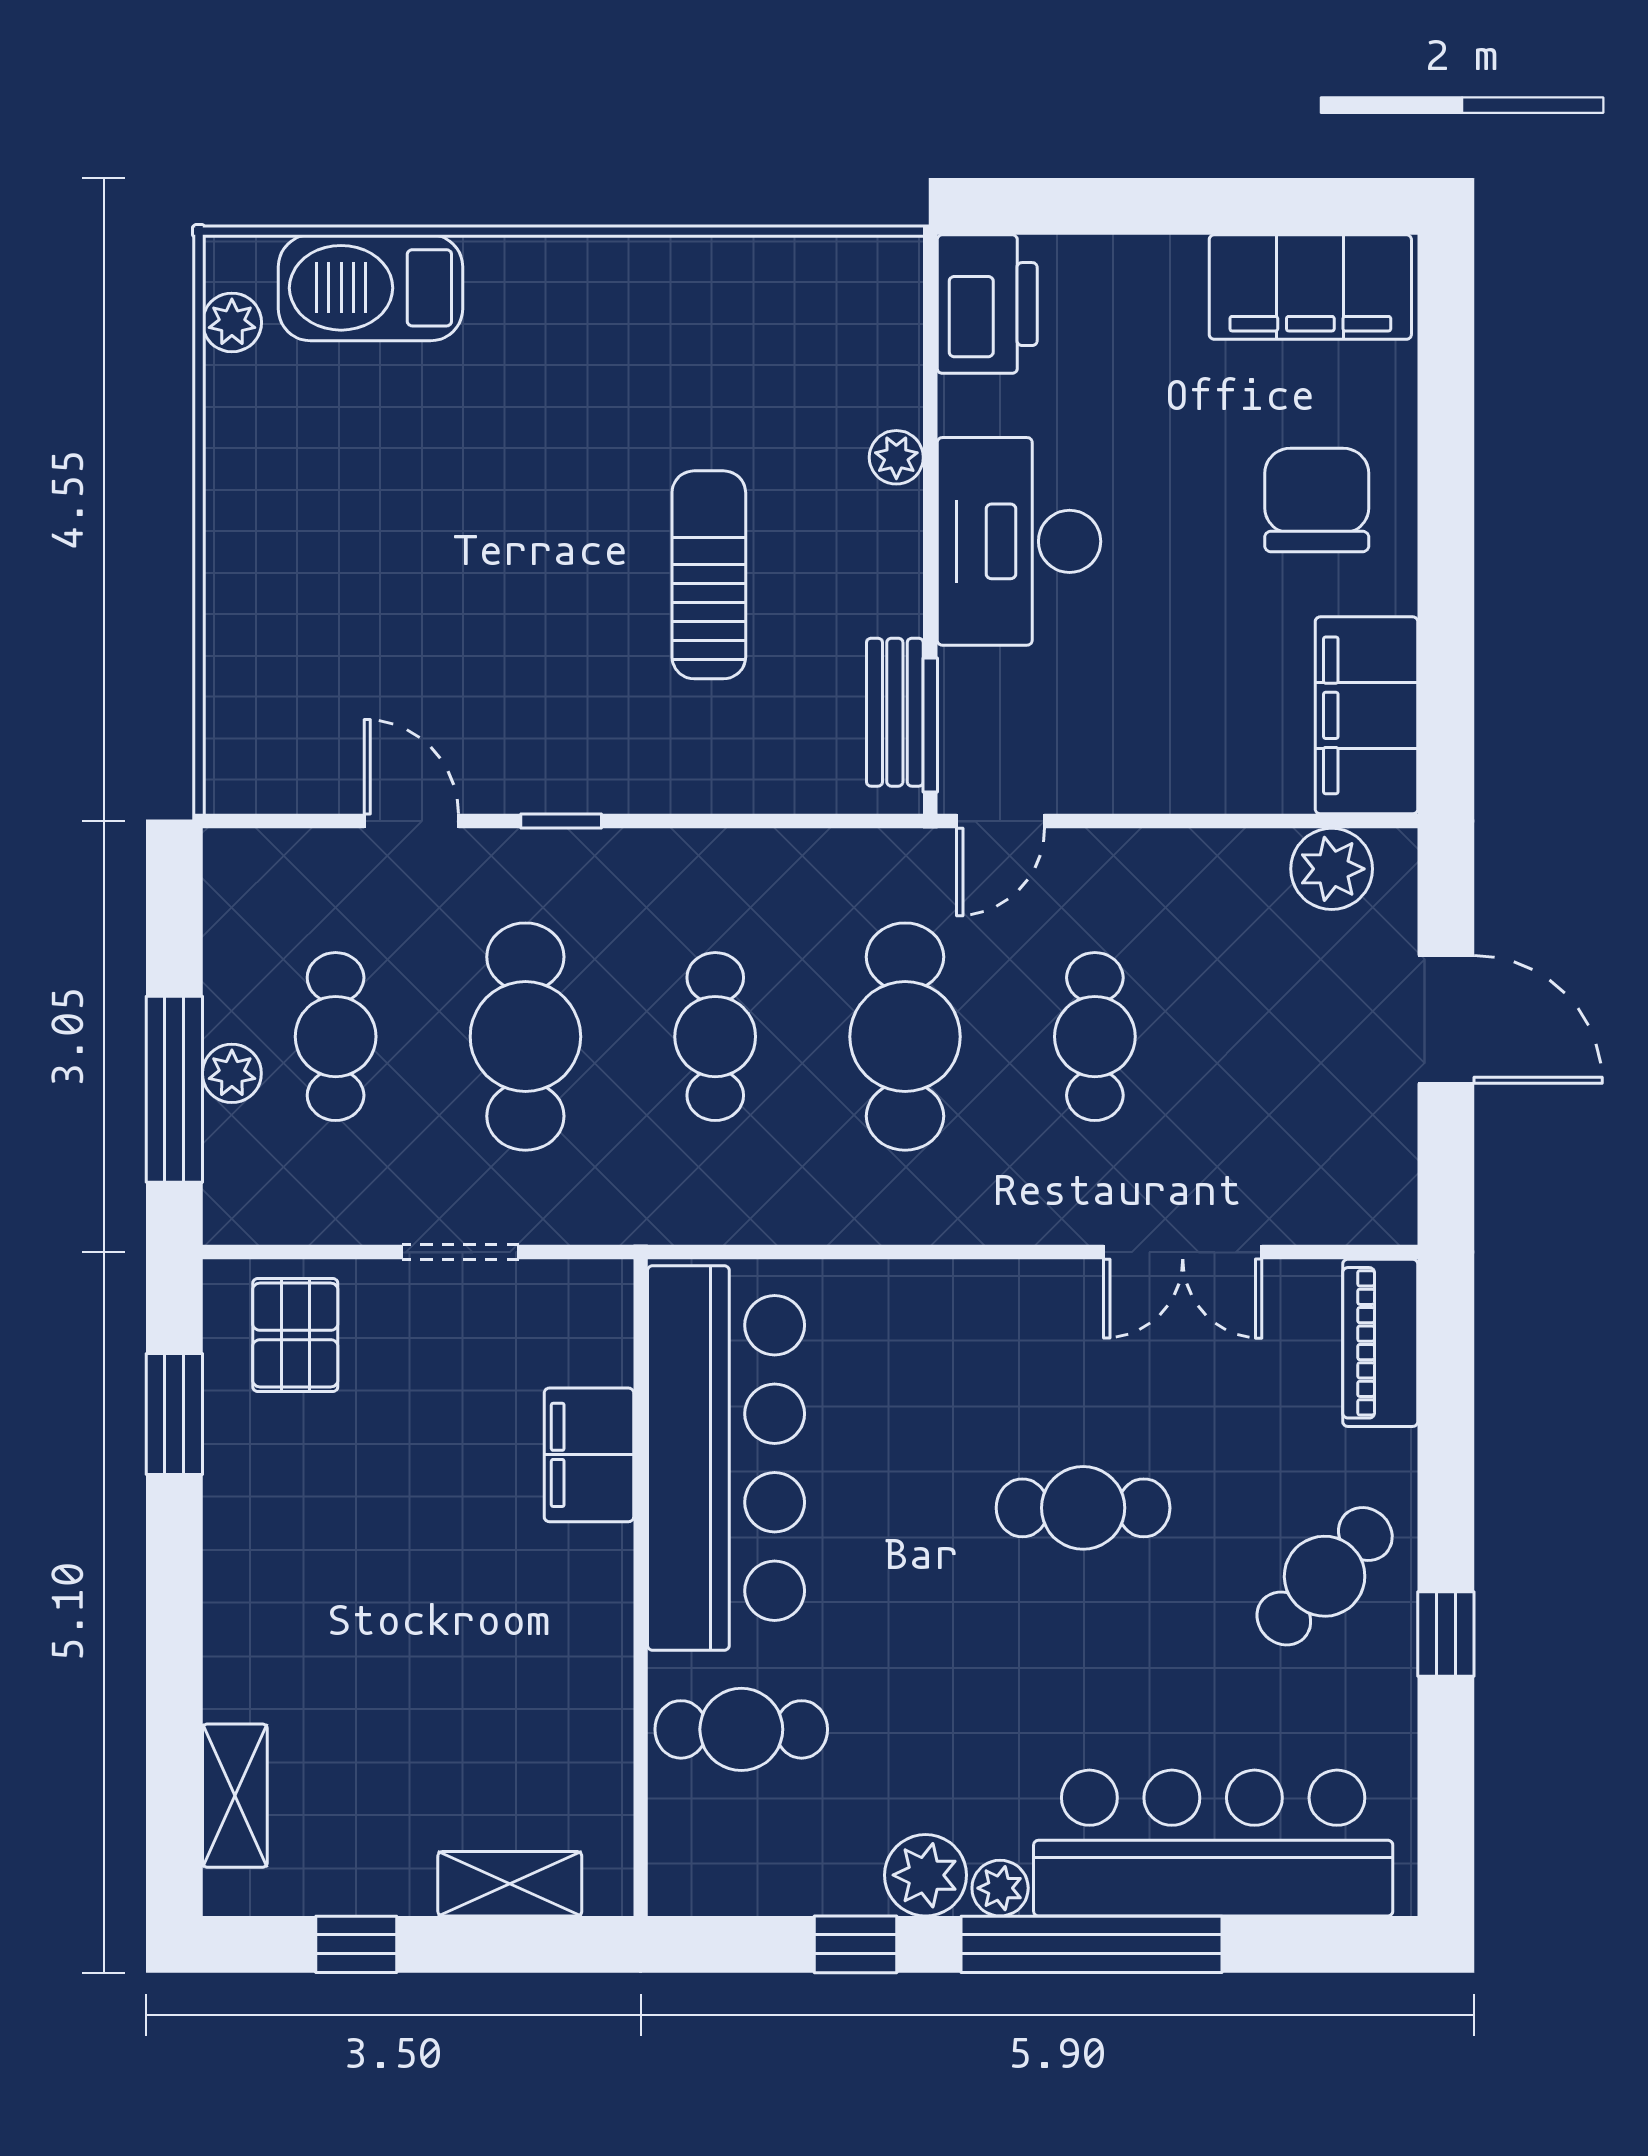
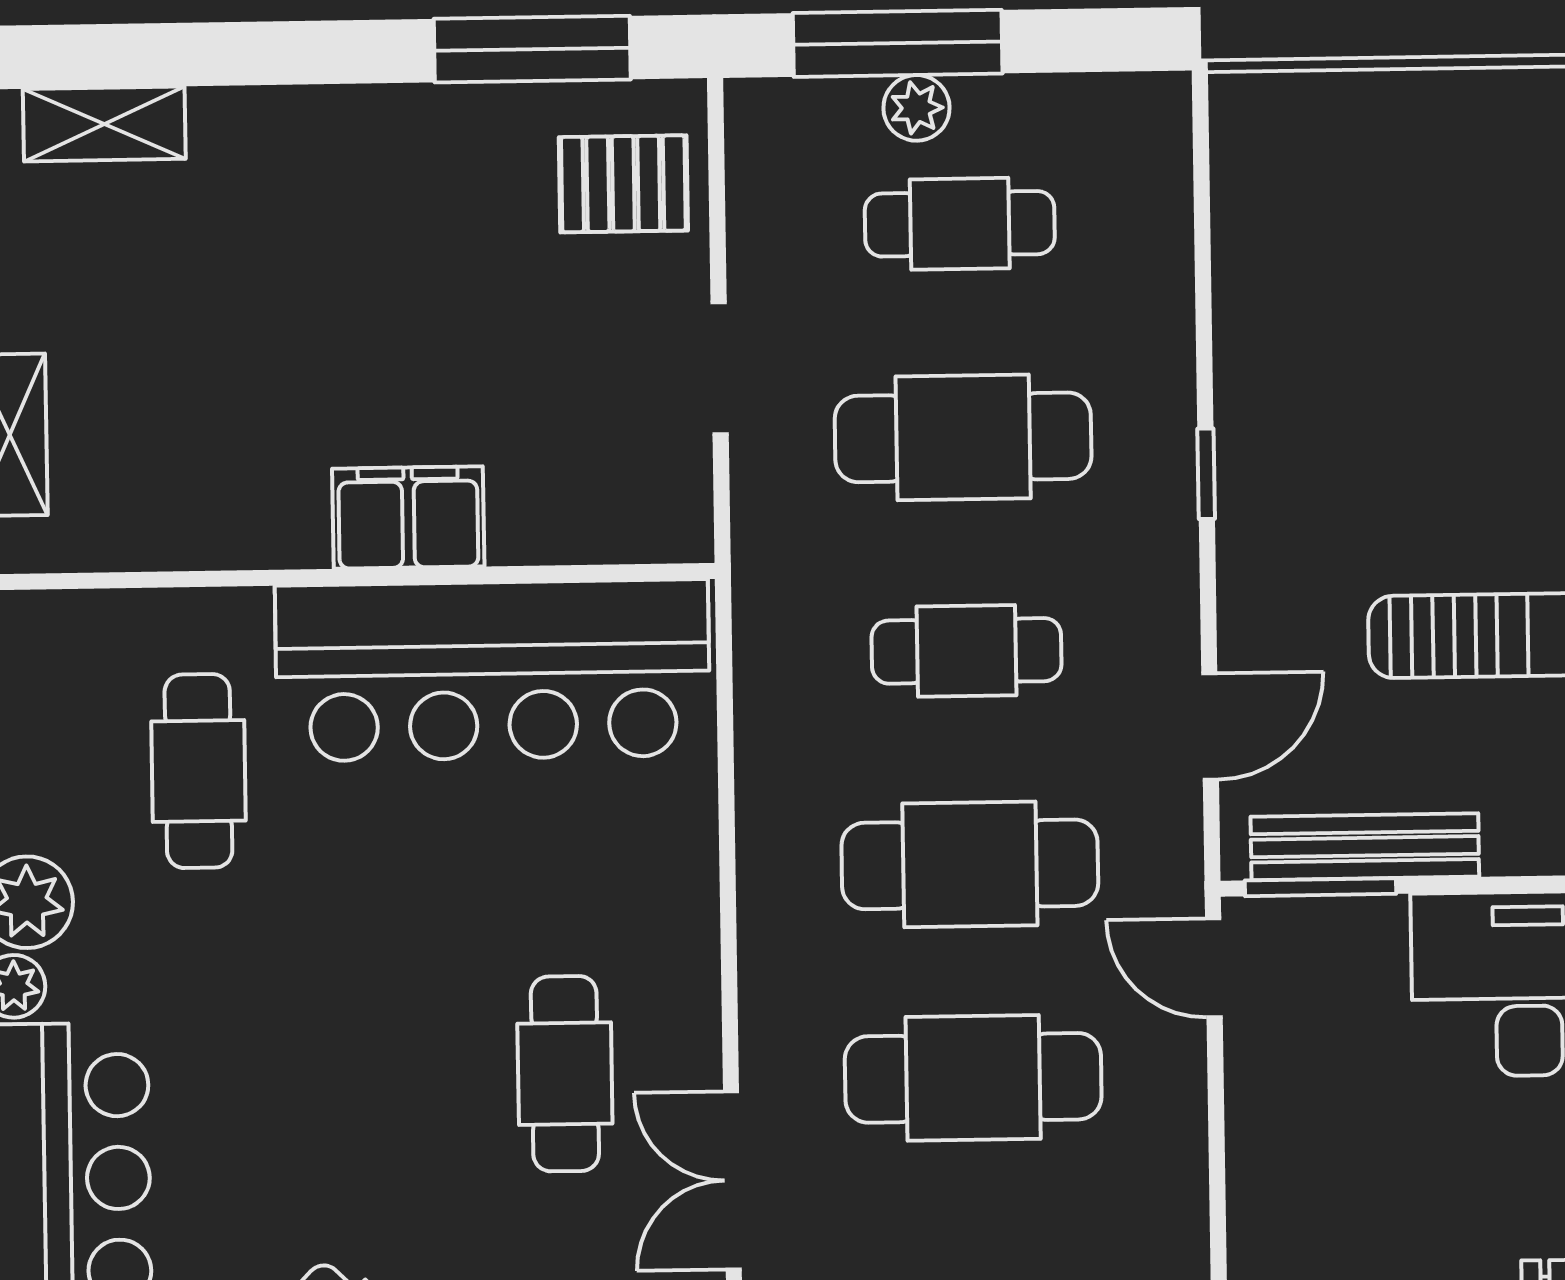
bench: (895, 712) -> (1365, 847), width x1.36
door: (411, 821) -> (1210, 726), moved
cafe table: (1095, 1037) -> (973, 1078), width x1.37, depth x1.35
window: (174, 1414) -> (532, 49), width x1.44
filing cabinet: (589, 1455) -> (408, 517), moved
cafe table: (1083, 1508) -> (565, 1074), moved
cafe table: (741, 1729) -> (198, 771), moved

